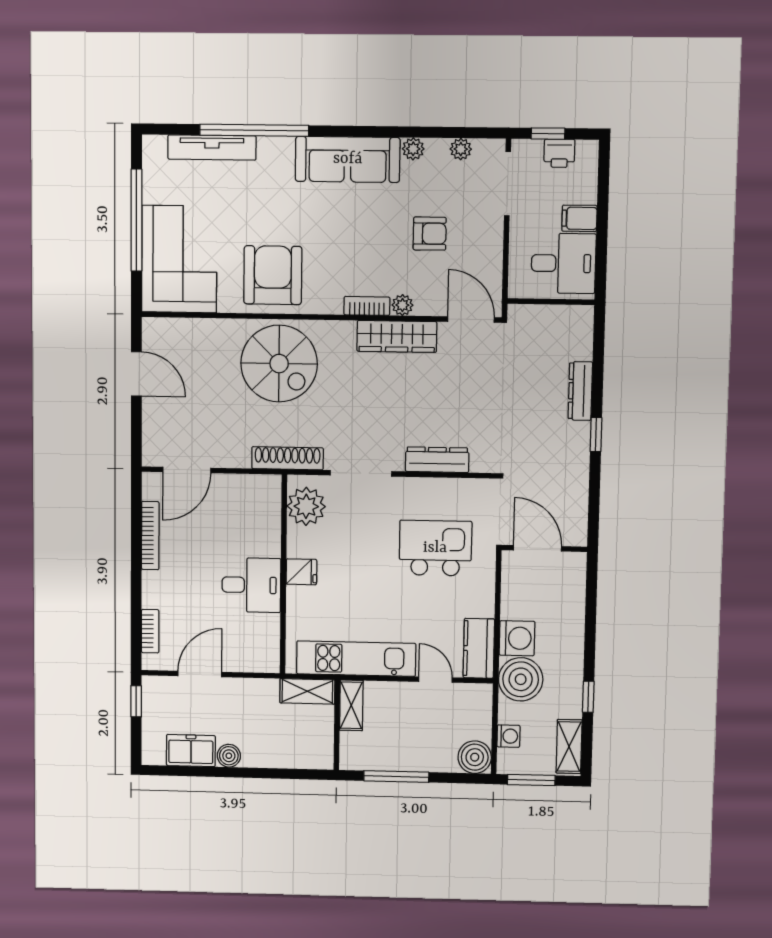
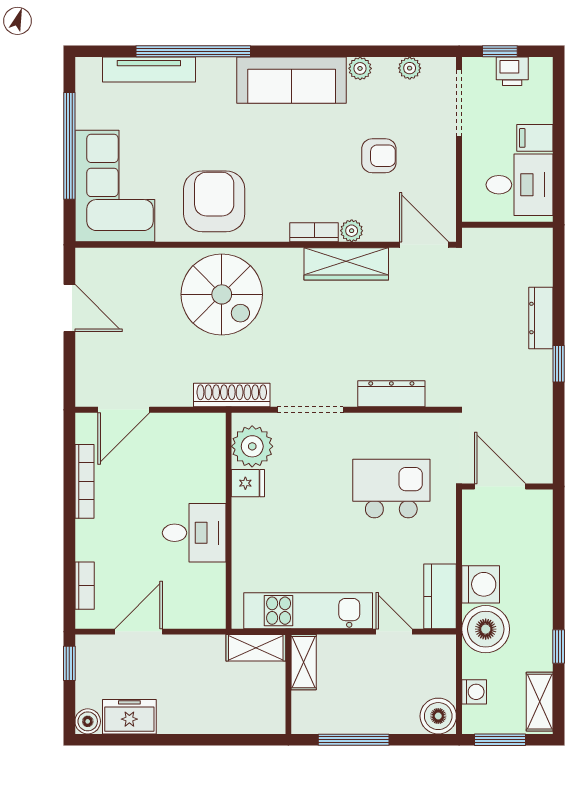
fridge: (301, 572) -> (248, 483), moved
boiler: (229, 756) -> (88, 721), moved

